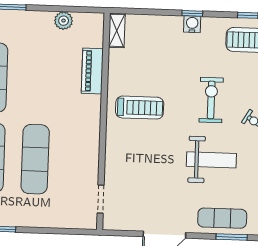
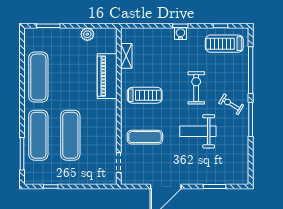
shelving: (117, 30) -> (126, 56), moved
piano: (92, 71) -> (107, 76), width x1.37, depth x1.33
weight bench: (211, 160) -> (198, 131), turned 180
exercise mat: (222, 218) -> (145, 137), moved

